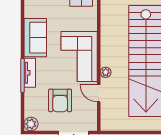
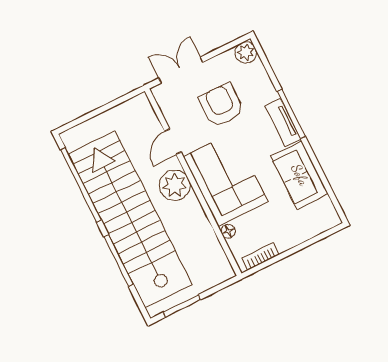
floor lamp: (93, 26) -> (228, 231), added
plant: (106, 72) -> (175, 185), width x1.88, depth x1.88
door: (99, 93) -> (173, 142), swing flipped

